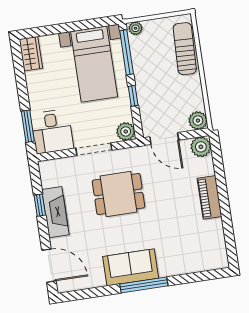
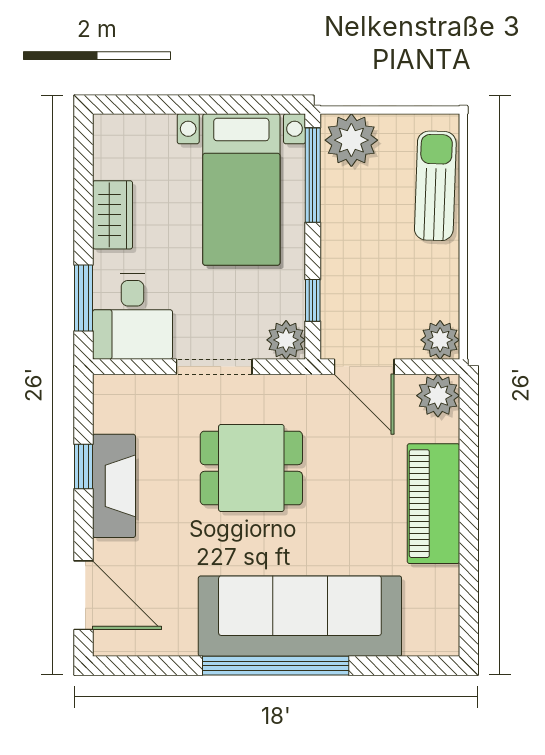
plant: (135, 28) -> (351, 140), width x1.87, depth x1.87
wardrobe: (31, 54) -> (113, 215), moved
window: (133, 96) -> (313, 300), moved
piano: (209, 197) -> (433, 504), width x1.37, depth x1.33
sofa: (131, 267) -> (300, 616), width x1.85, depth x1.27
window: (144, 285) -> (276, 666), width x1.46

